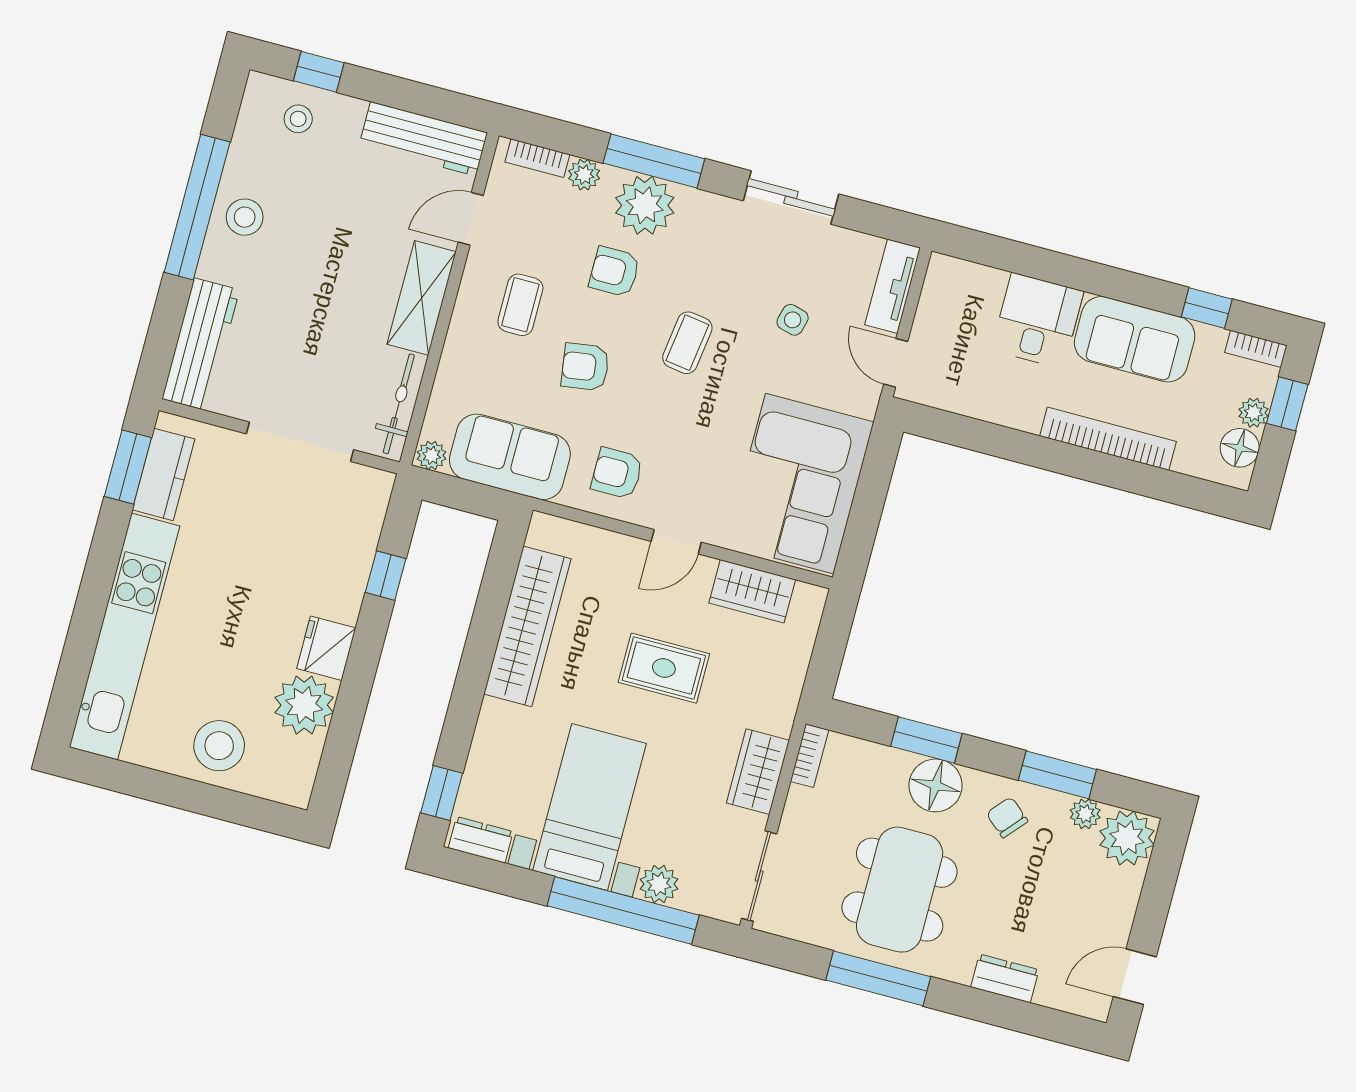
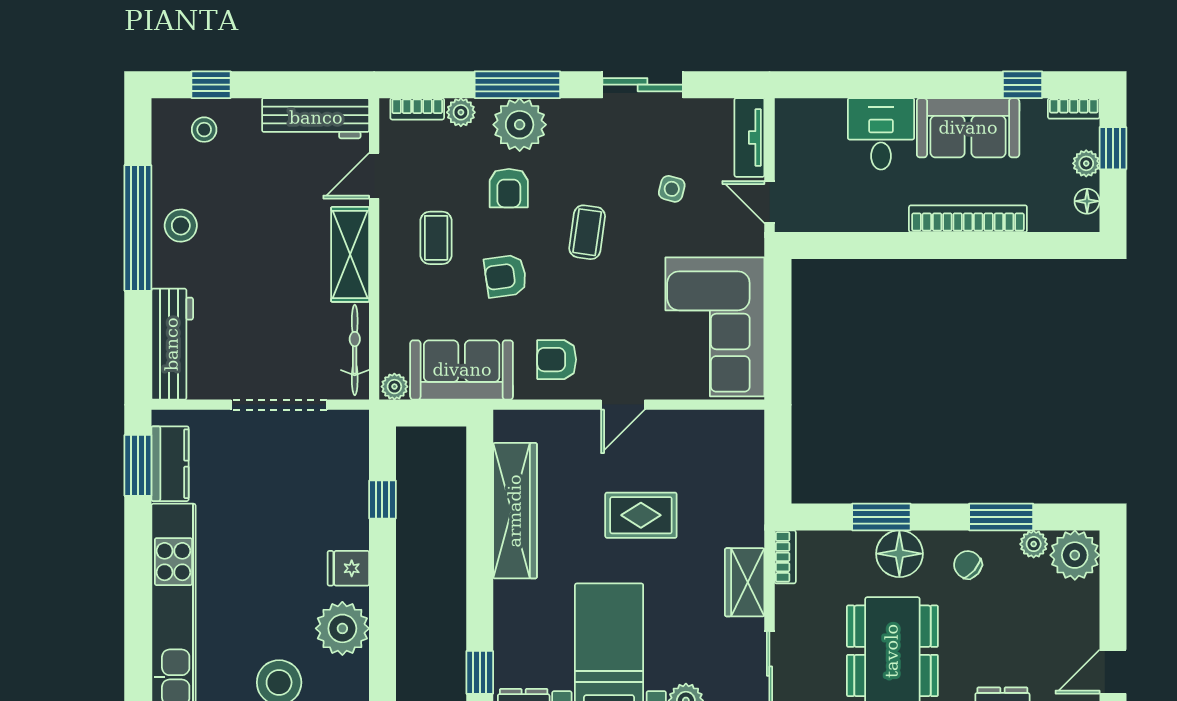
armchair: (614, 272) -> (509, 188), turned -90
floor lamp: (1240, 448) -> (1087, 201), width x0.73, depth x0.73
wardrobe: (752, 591) -> (699, 430), removed
fridge: (326, 648) -> (348, 568), width x0.72

